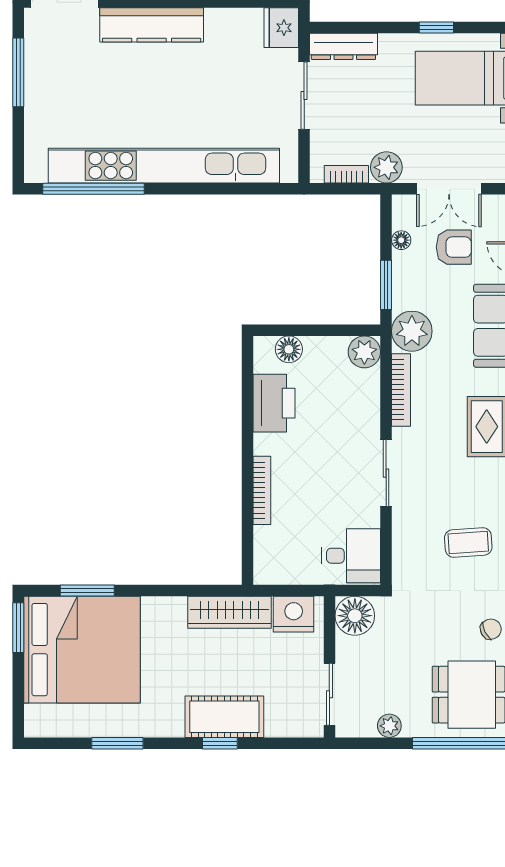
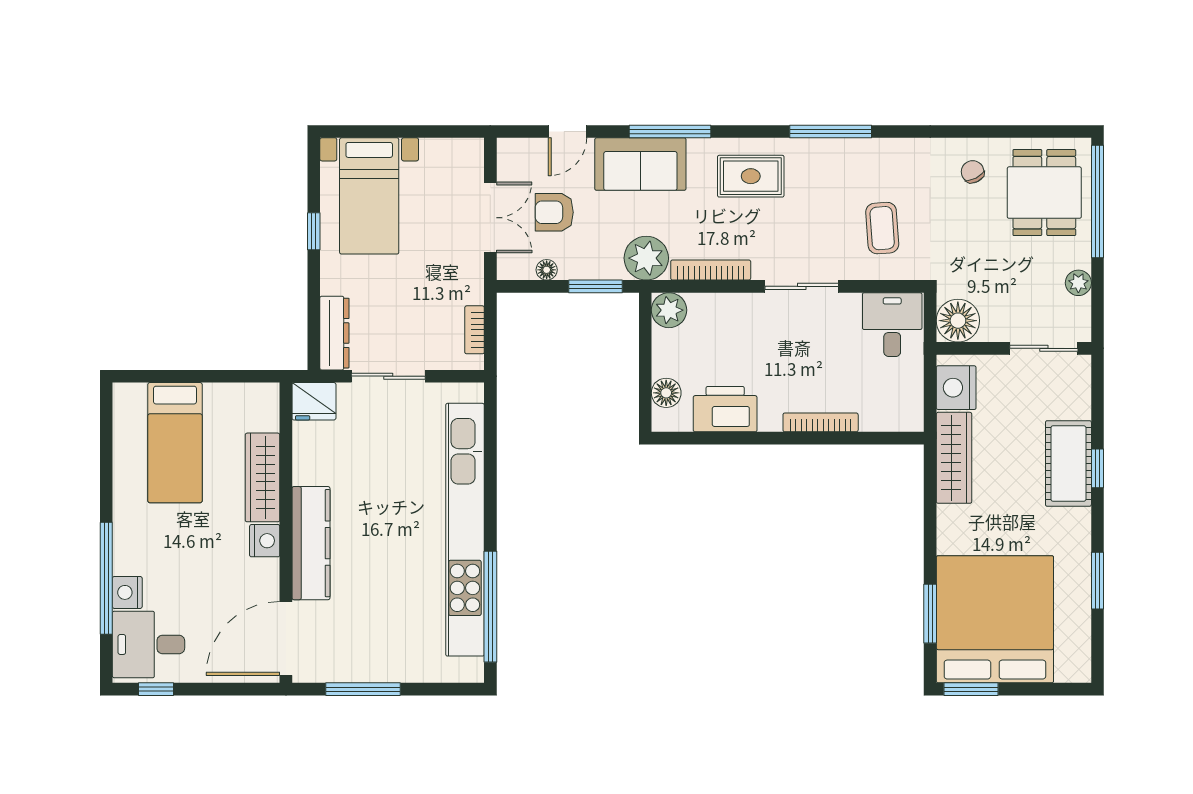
plant: (386, 167) -> (467, 286), removed
armchair: (454, 247) -> (554, 212), turned -90
coffee table: (468, 542) -> (882, 228), moved

